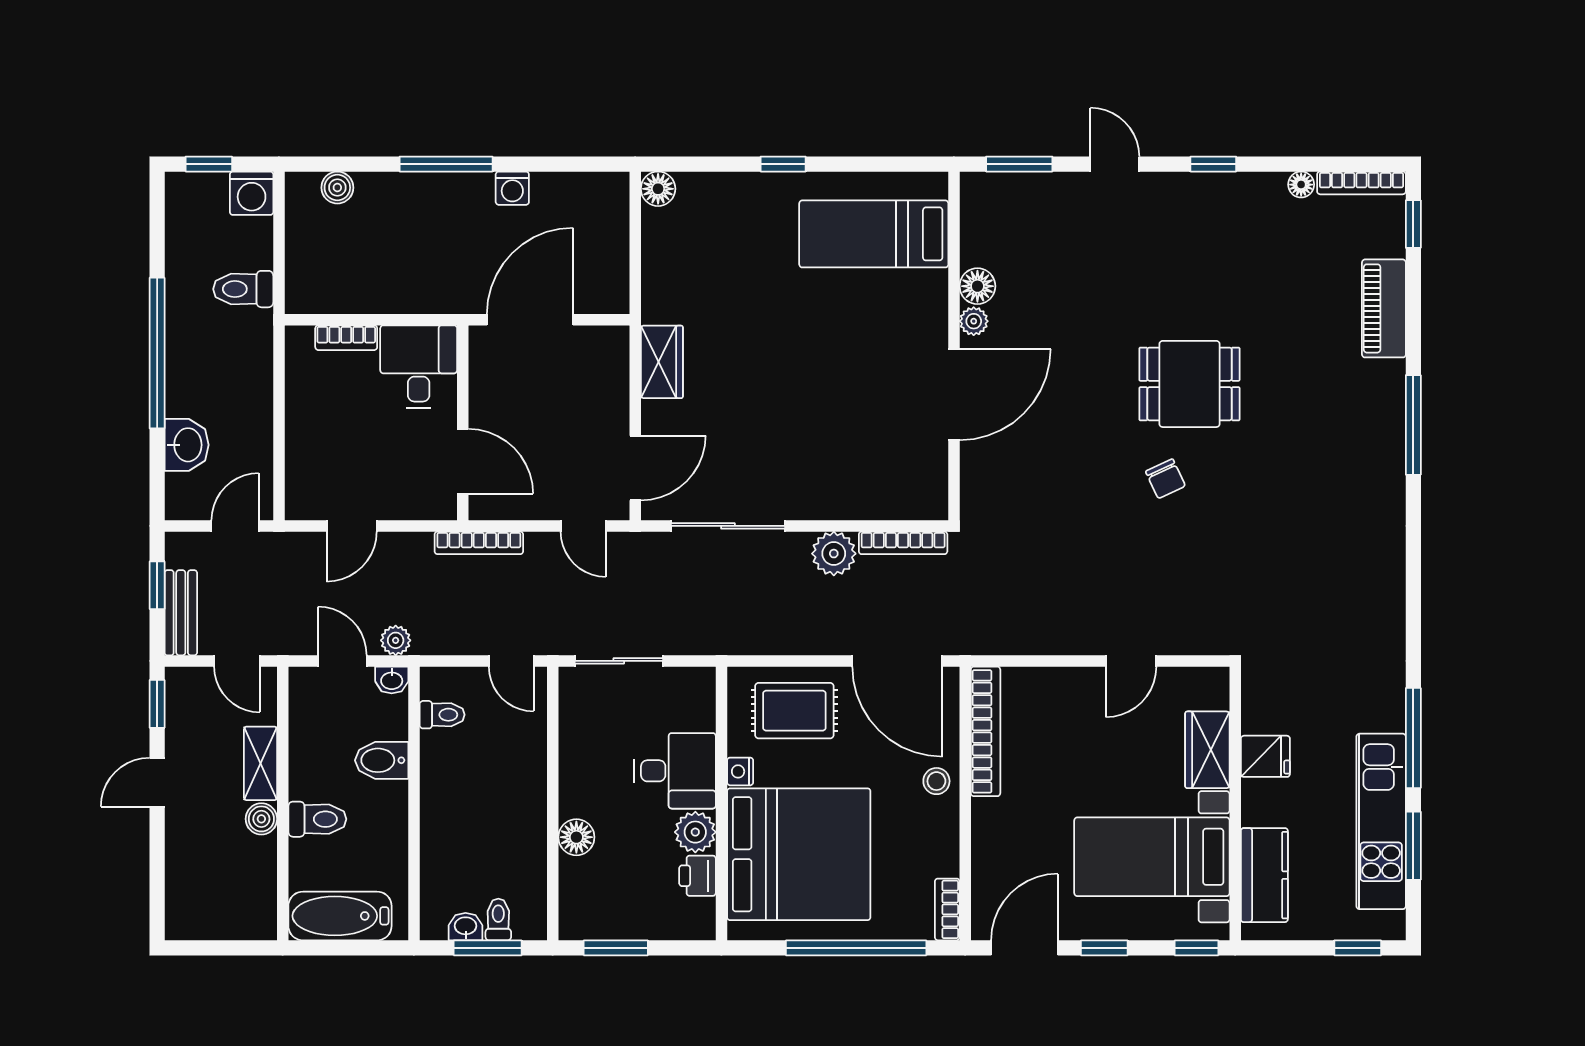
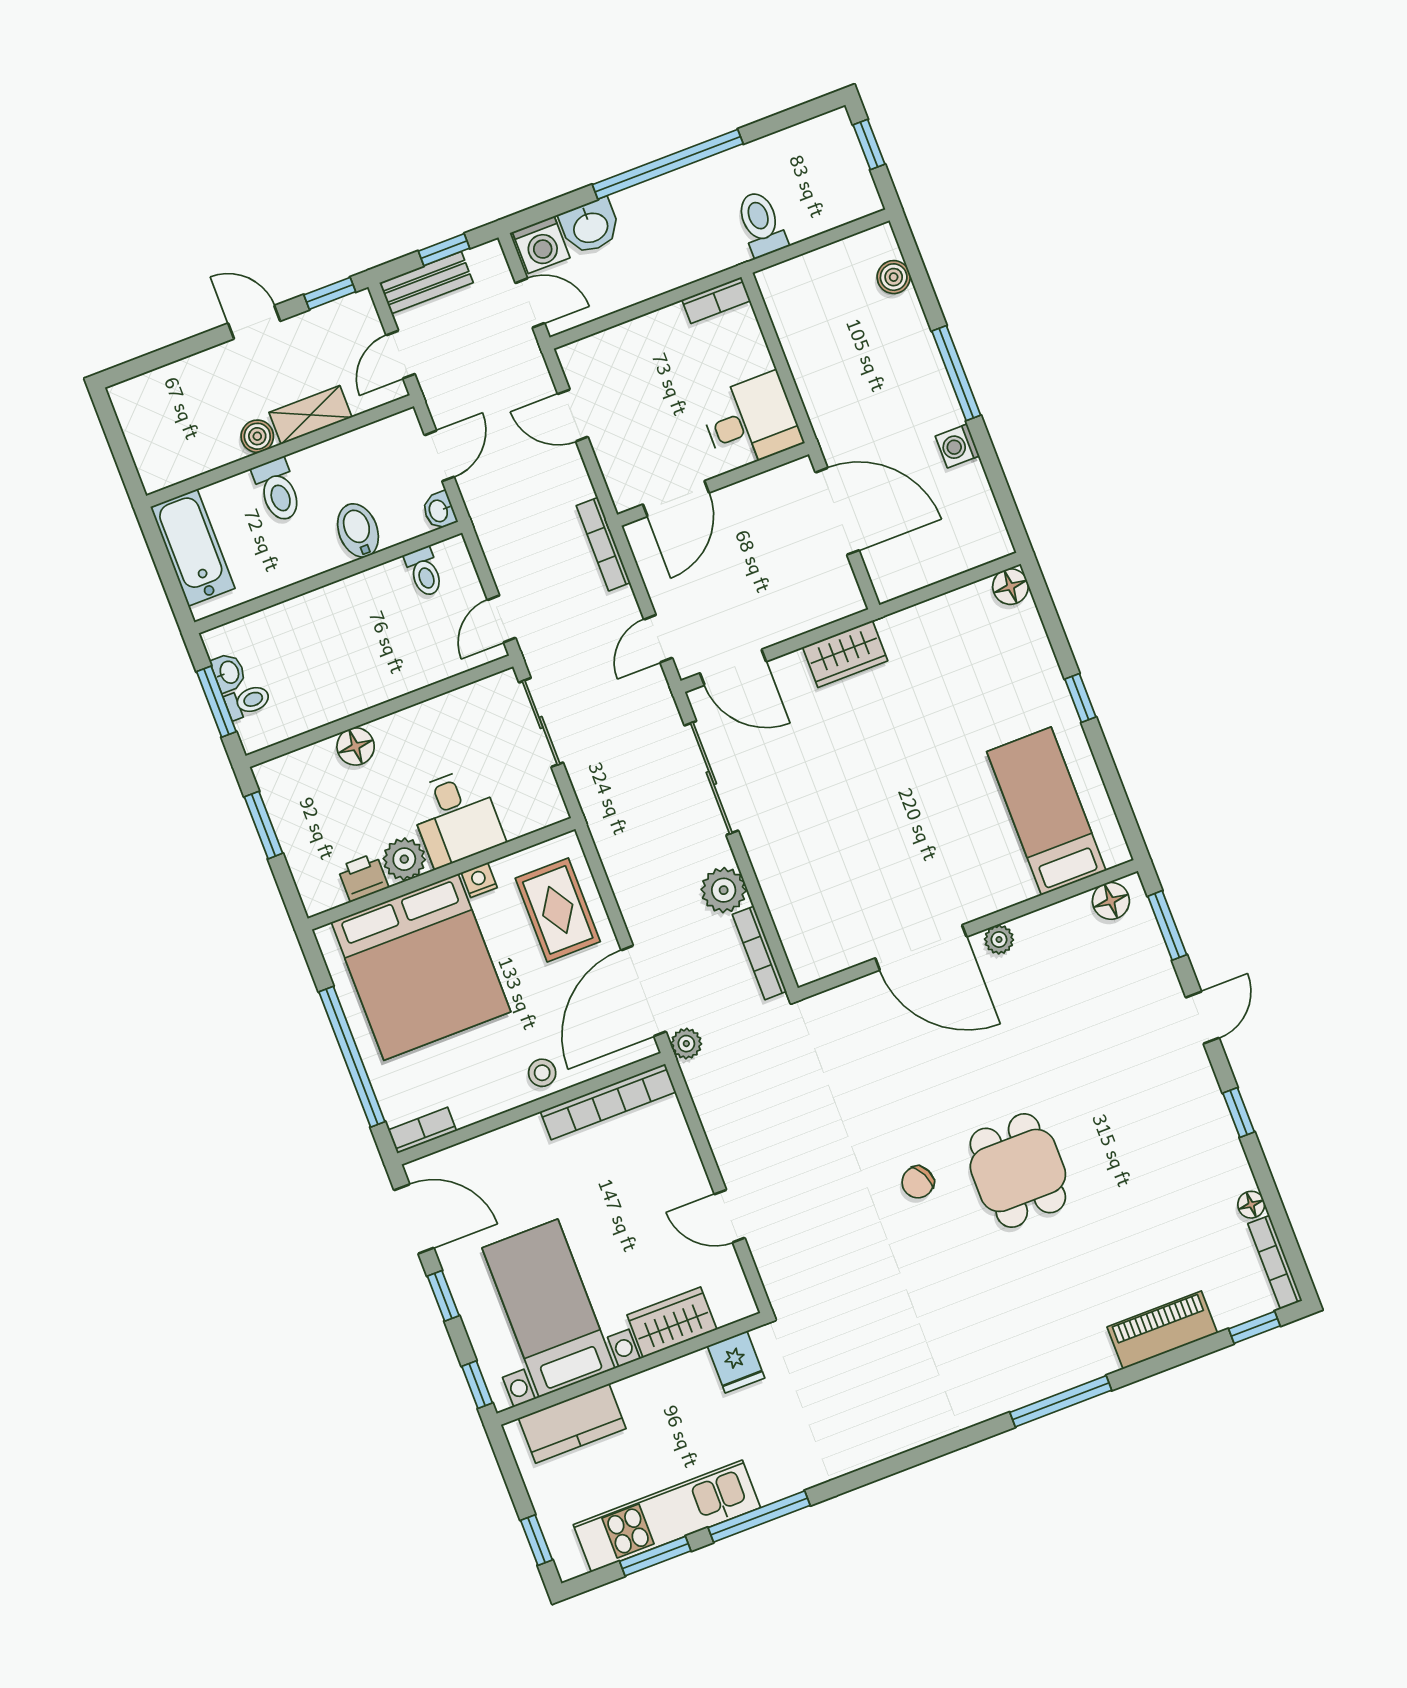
washing machine: (252, 193) -> (541, 245), moved, turned -90
floor lamp: (977, 286) -> (1111, 901), moved
bookcase: (346, 338) -> (716, 300), moved, turned -90
plant: (396, 640) -> (686, 1044), moved
fridge: (1265, 756) -> (736, 1362), moved

